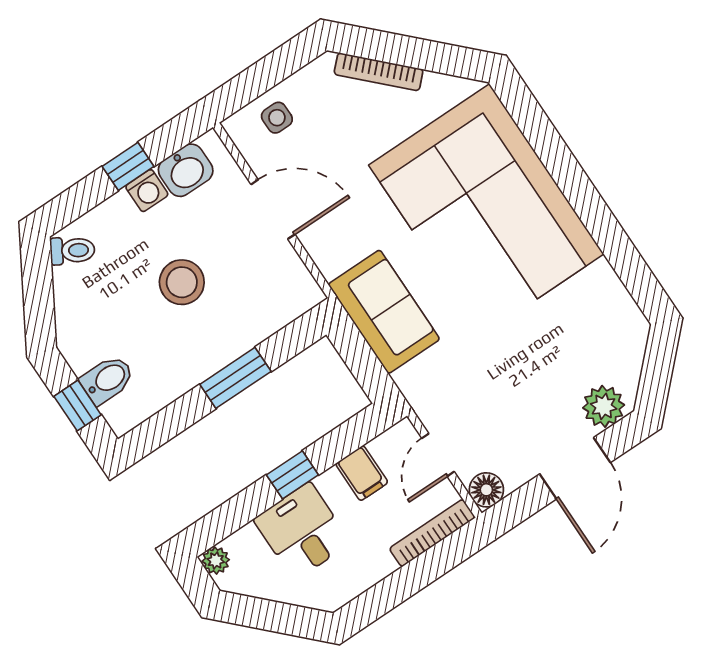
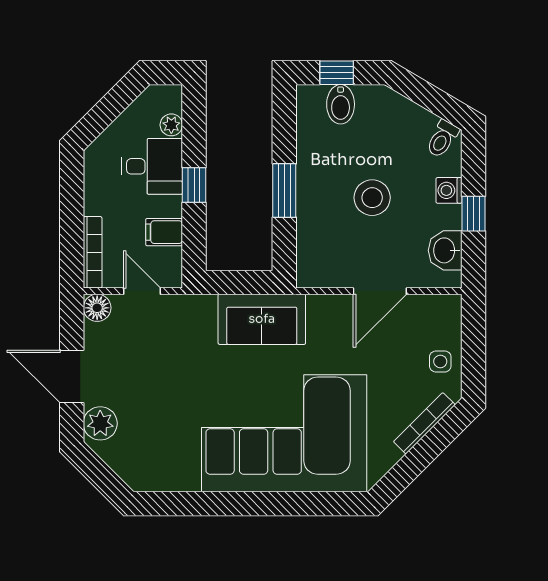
side table: (277, 118) -> (440, 361), moved
washing machine: (147, 191) -> (449, 190), moved
plant: (216, 561) -> (171, 125), moved

